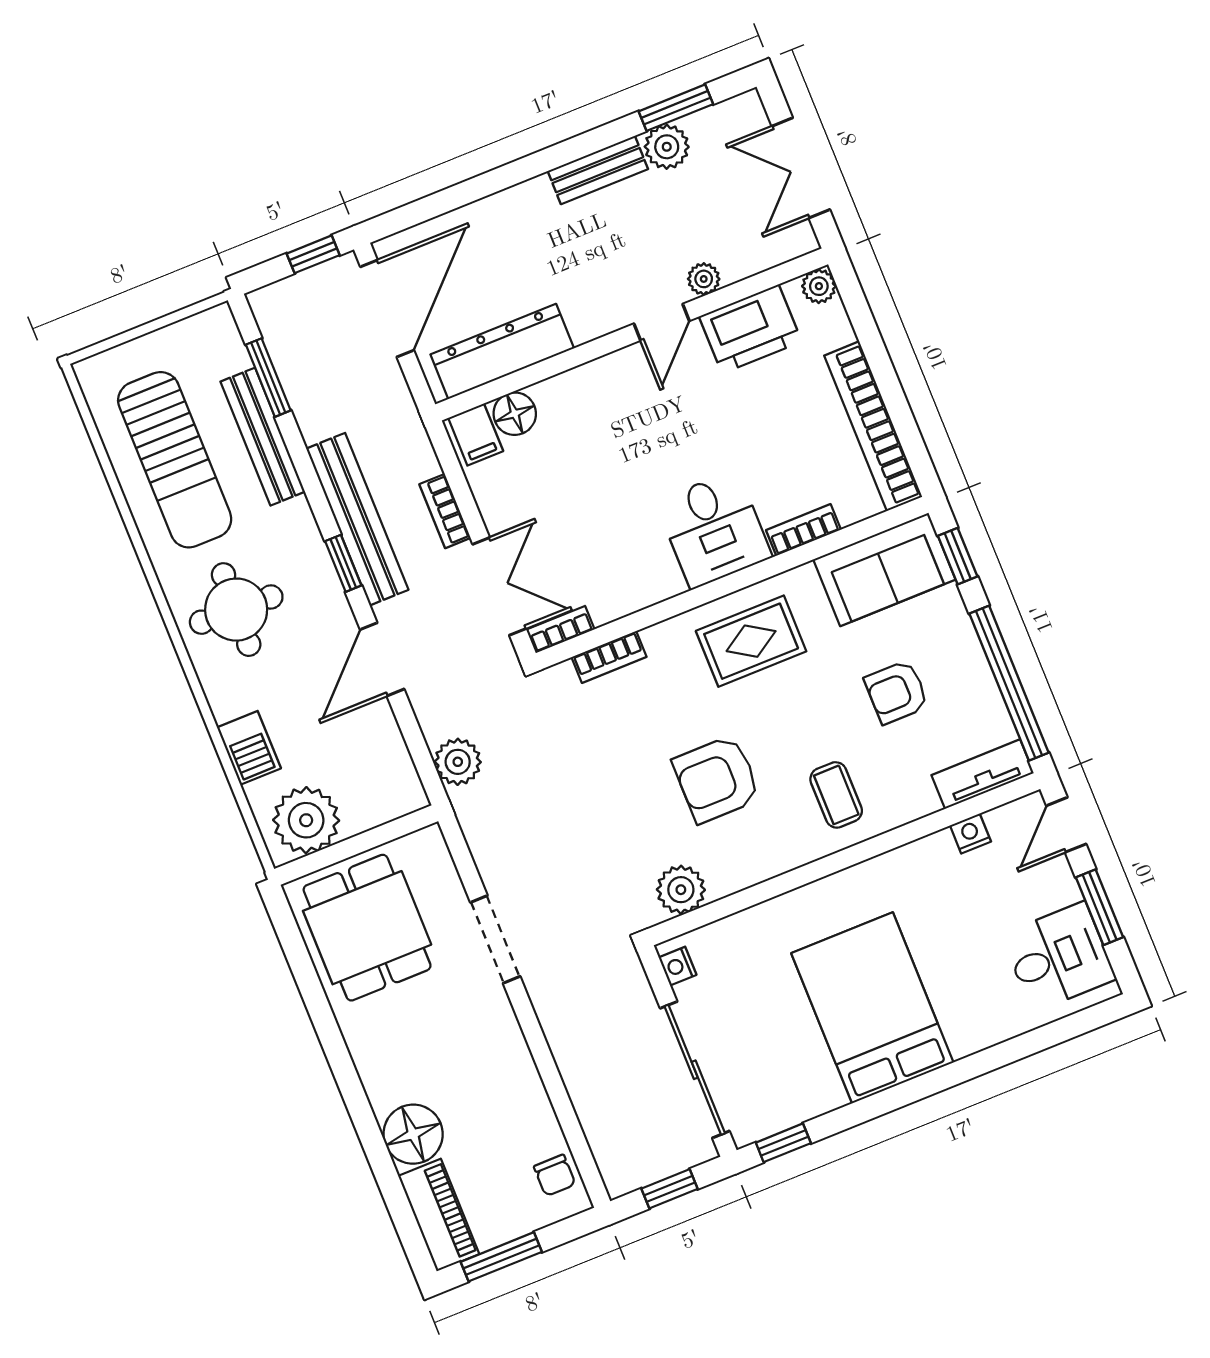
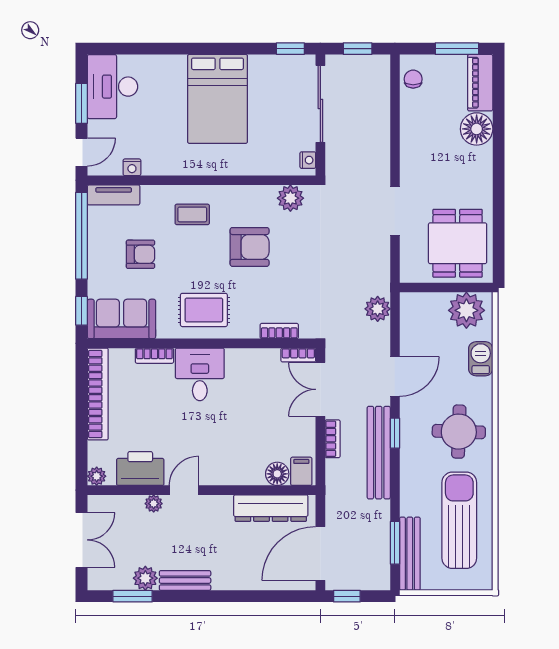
bench: (263, 437) -> (410, 554), moved
coffee table: (836, 795) -> (192, 214), turned 90
desk: (1059, 957) -> (112, 87), width x1.37

